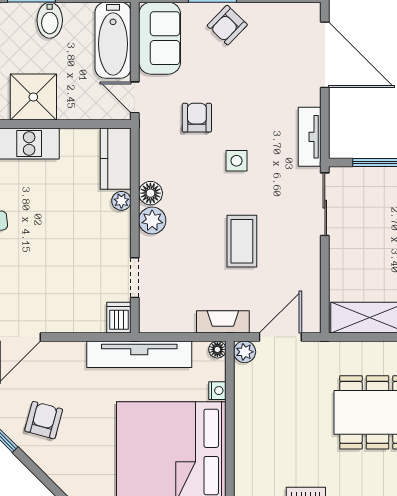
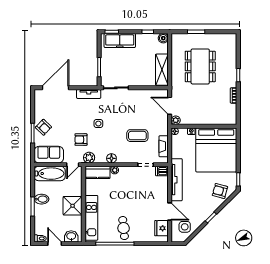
plant: (152, 221) -> (89, 158), moved
coffee table: (242, 241) -> (137, 136), moved
fireplace: (223, 322) -> (164, 146), moved
tv unit: (139, 354) -> (177, 180), moved
armchair: (44, 420) -> (220, 191), moved

